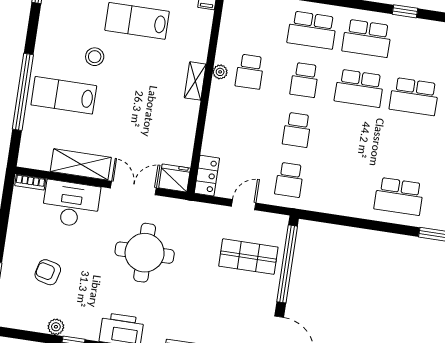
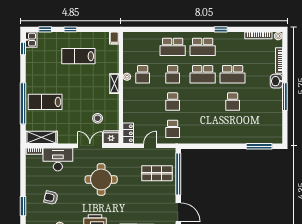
stool: (95, 57) -> (98, 118), moved
shelving: (81, 164) -> (41, 137), moved
school desk: (399, 196) -> (233, 102), moved, width x0.54

